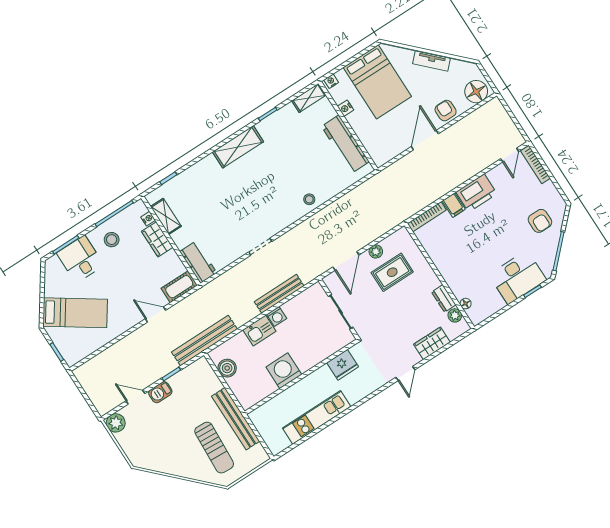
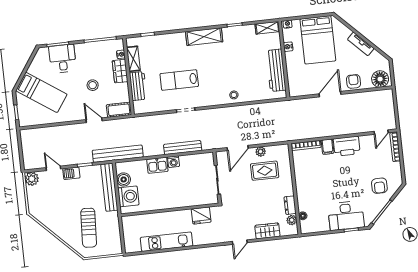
lab bench: (234, 214) -> (179, 80), added
stool: (112, 240) -> (93, 85), moved
workbench: (198, 262) -> (138, 86), moved
washing machine: (284, 371) -> (128, 196), moved, turned 90
bench: (236, 419) -> (109, 187), moved

